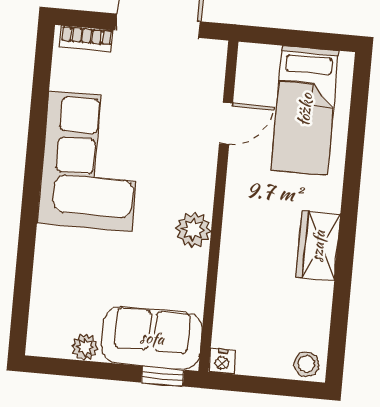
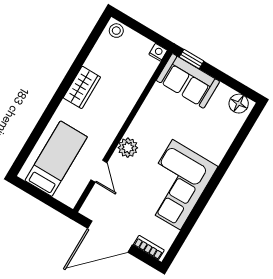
door: (226, 123) -> (99, 171), swing flipped
plant: (193, 230) -> (128, 148), moved
floor lamp: (52, 340) -> (239, 104), added
plant: (85, 347) -> (224, 92), removed

